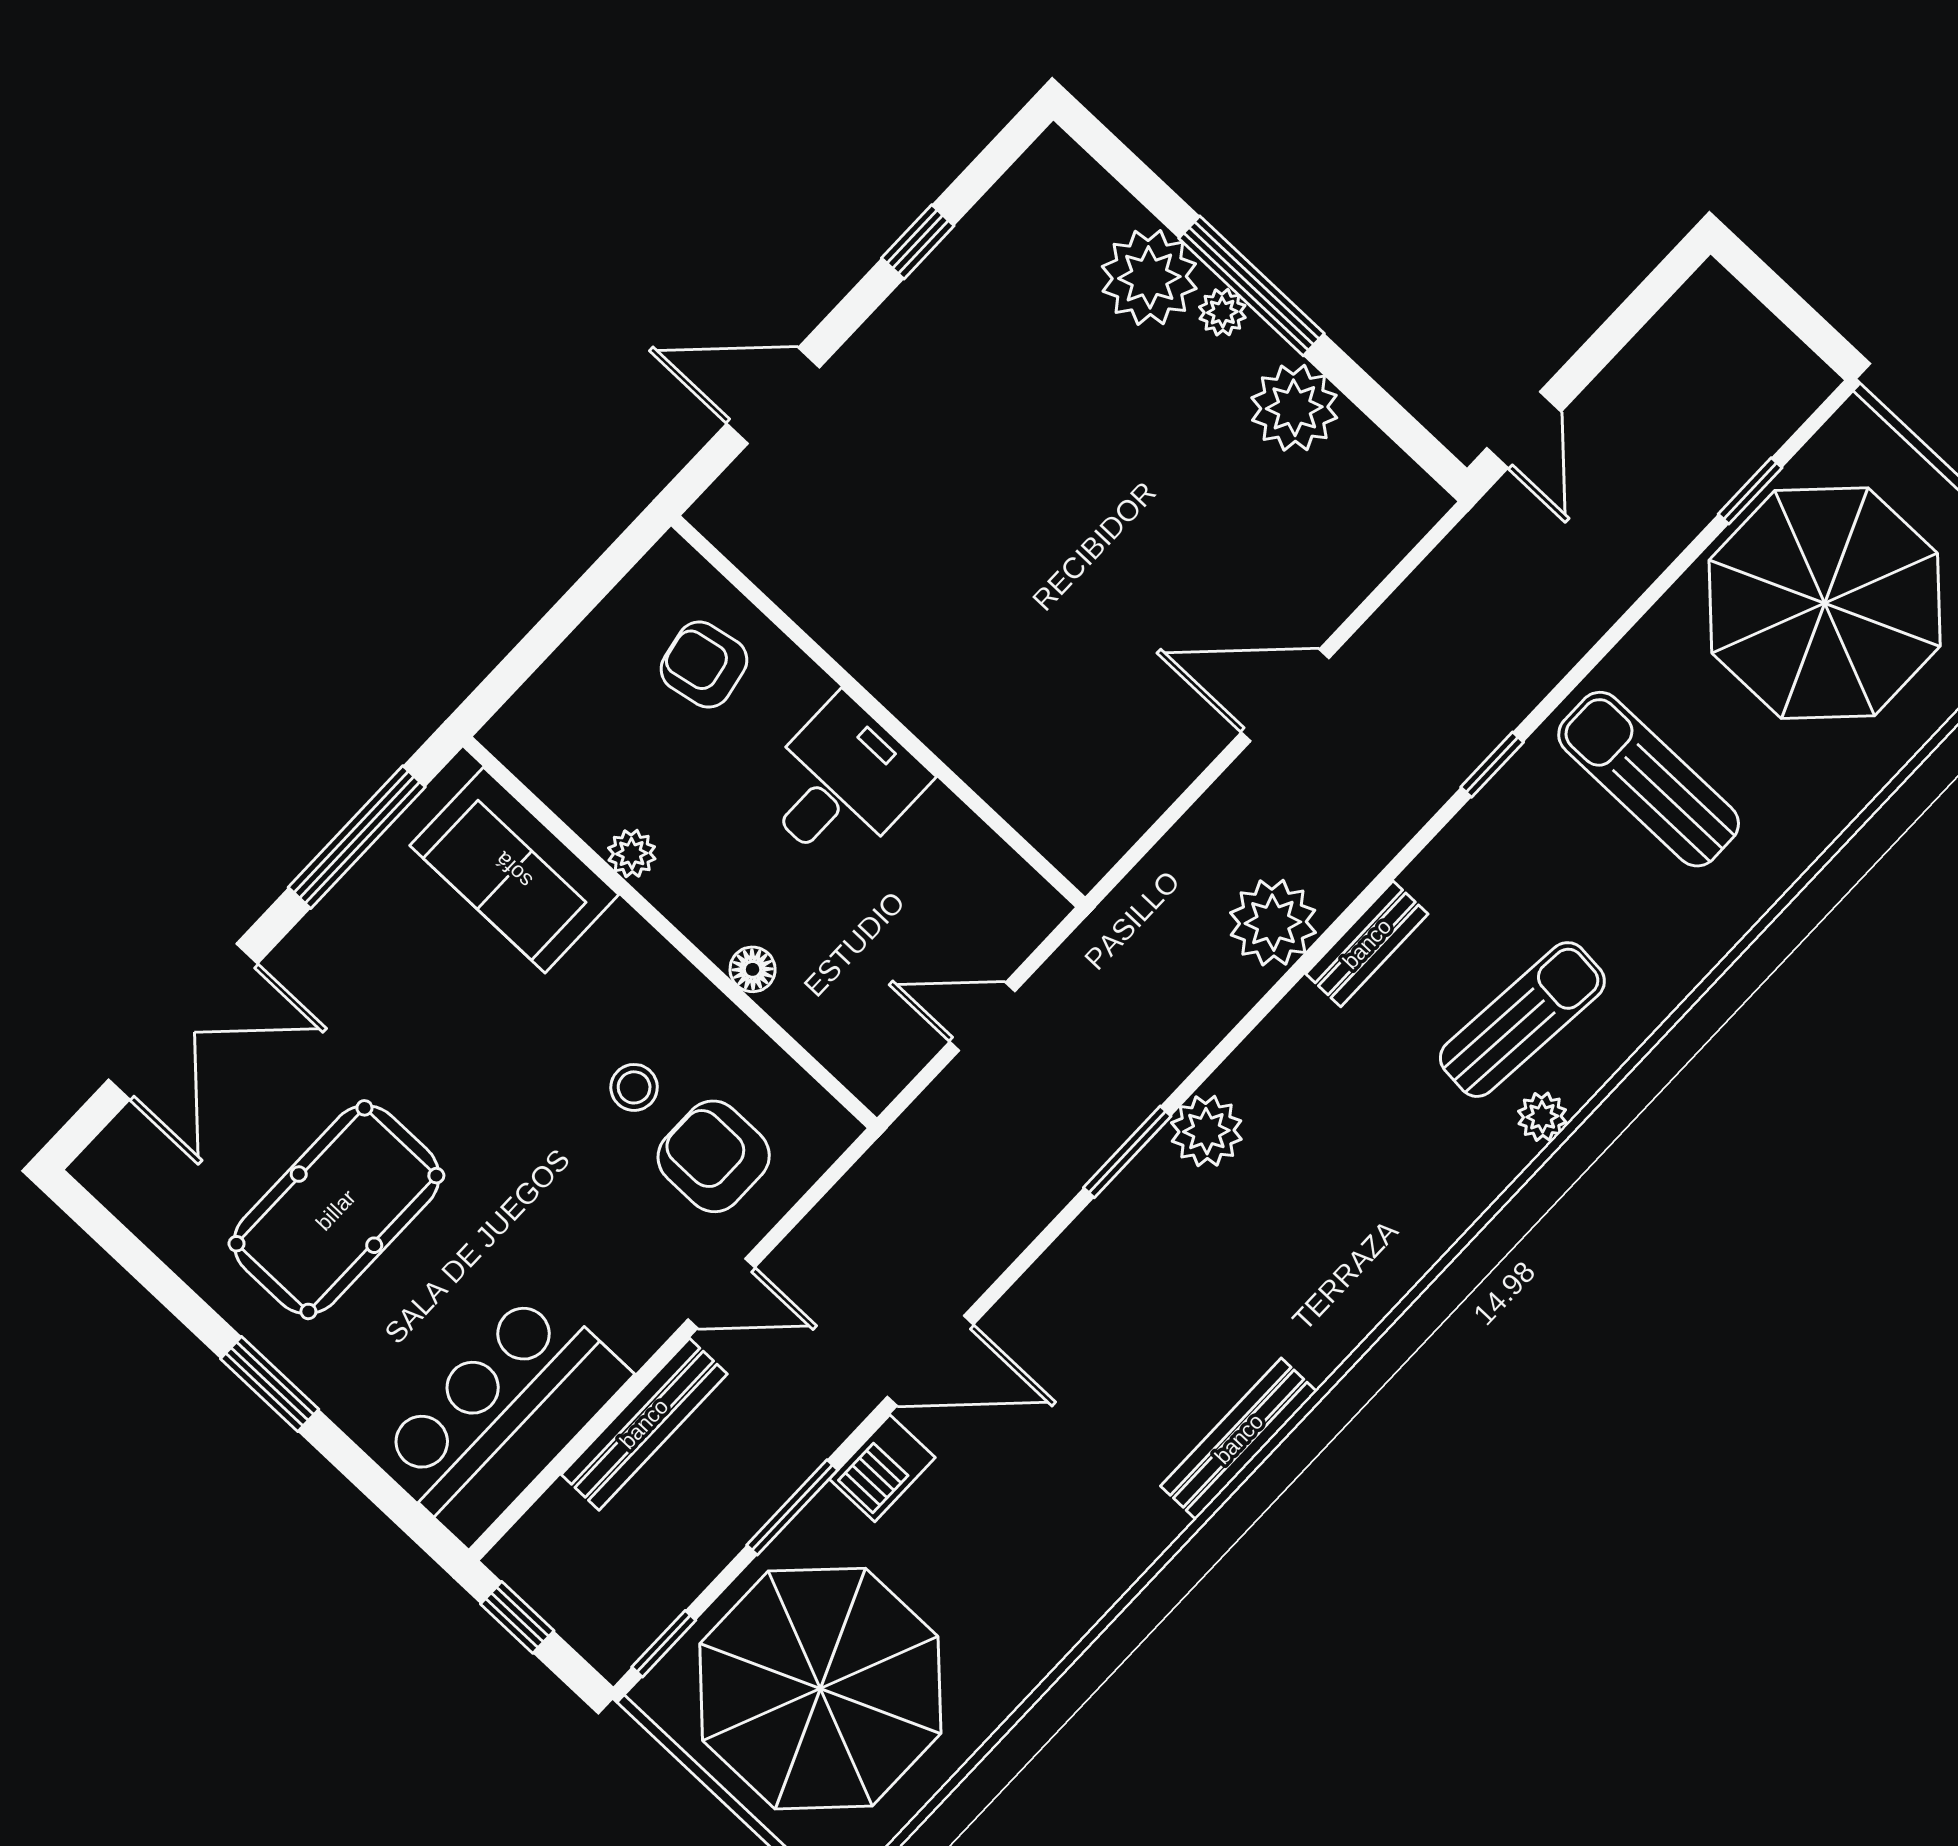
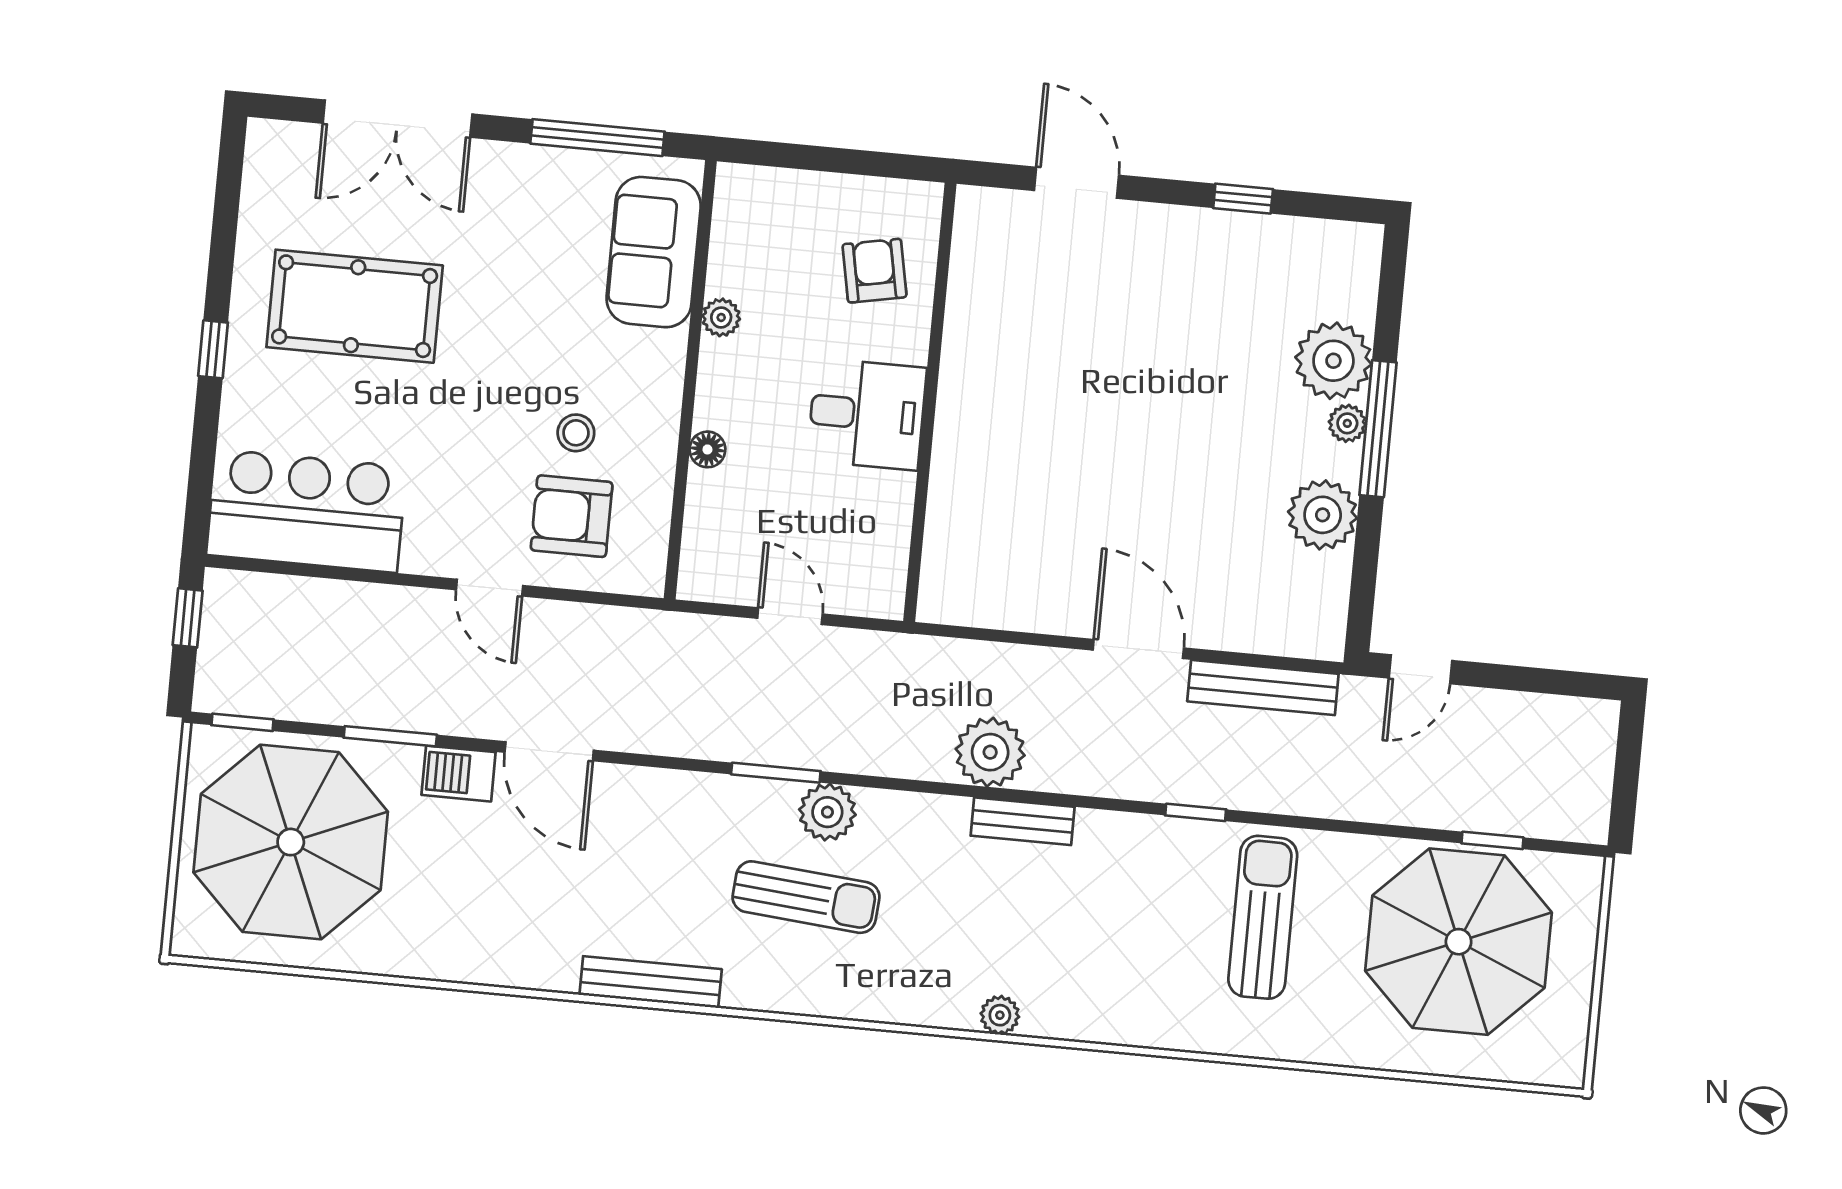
sun lounger: (1522, 1020) -> (806, 897), moved
armchair: (714, 1156) -> (572, 516), turned -90
window: (270, 1384) -> (213, 349), width x0.67
bench: (644, 1424) -> (1263, 688), moved

